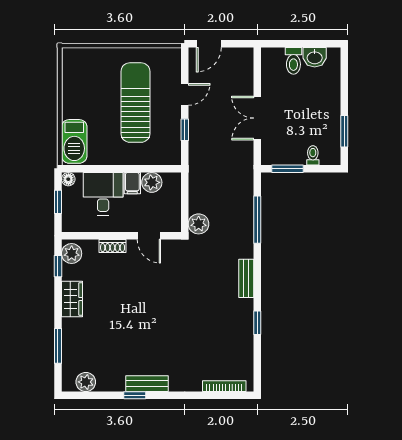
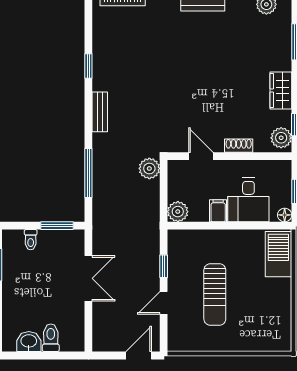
sun lounger: (135, 103) -> (215, 295), width x0.73, depth x0.75
plant: (152, 182) -> (178, 212), moved

